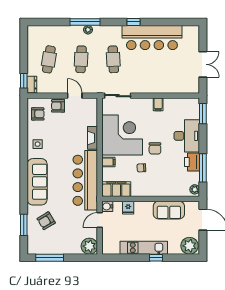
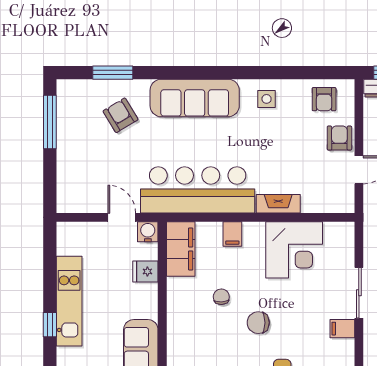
sliding door: (118, 96) -> (359, 293), moved
corner desk: (122, 135) -> (294, 250), width x0.74, depth x0.74
plant: (89, 246) -> (72, 198), removed

